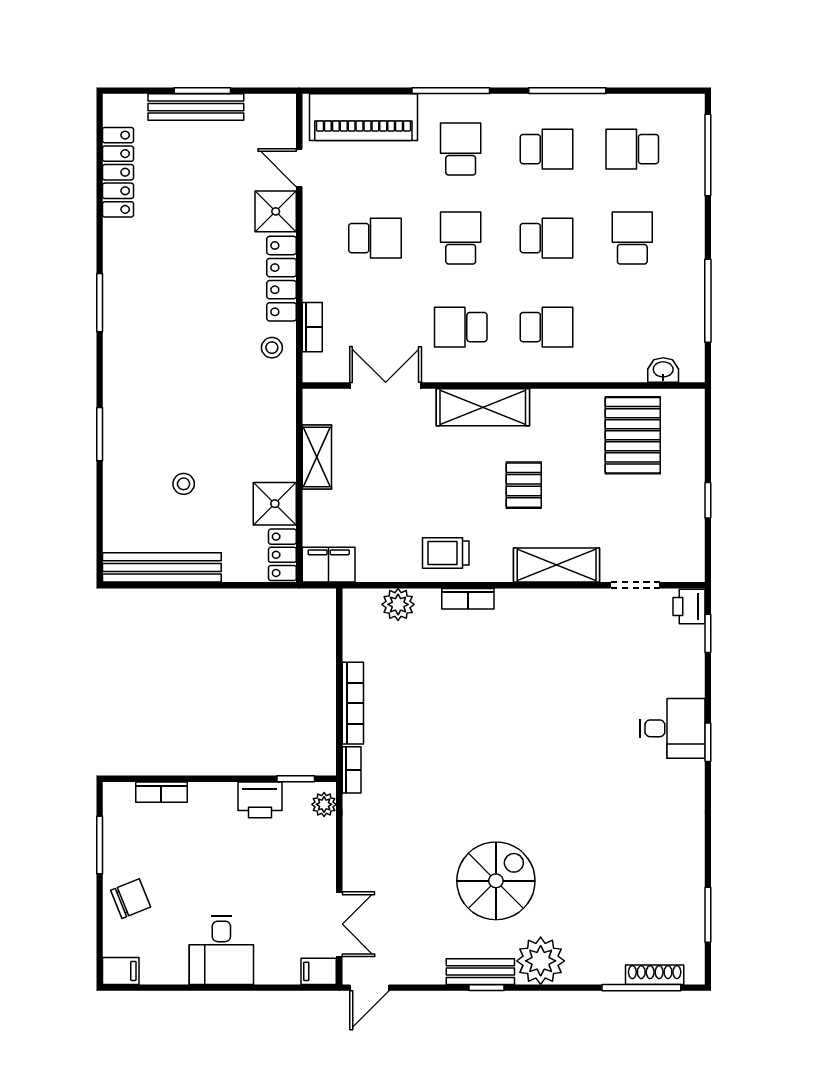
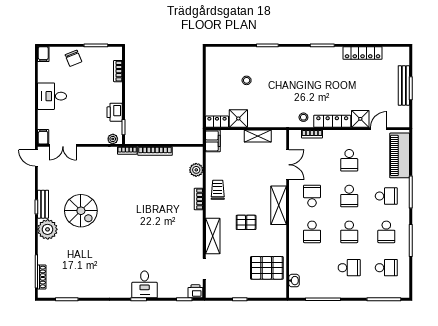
school desk: (632, 149) -> (386, 268), turned 90
locker: (118, 172) -> (363, 53), moved
school desk: (461, 238) -> (349, 196), turned 90
bench: (162, 567) -> (212, 71), removed

